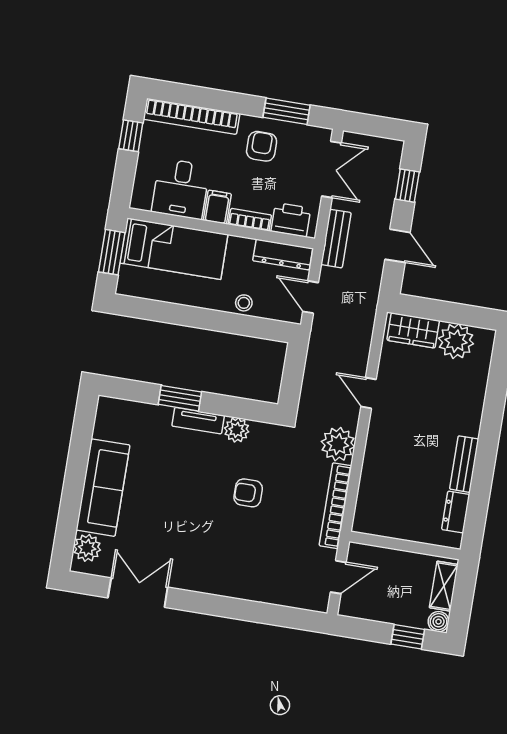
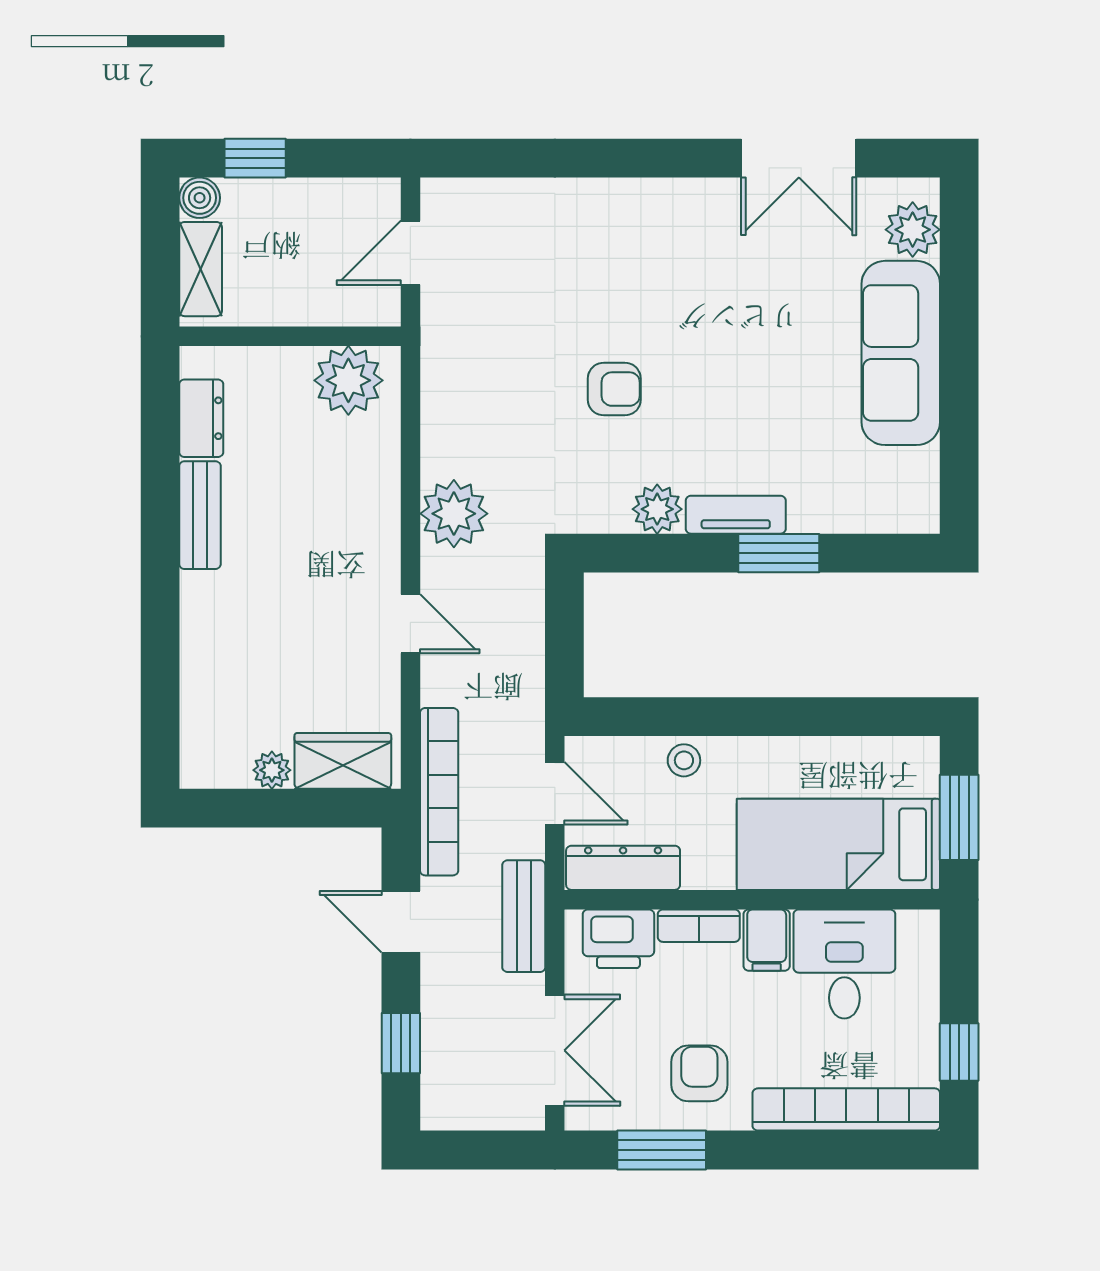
armchair: (262, 146) -> (699, 1073), turned 180
double door: (331, 169) -> (555, 1050), swing flipped
plant: (456, 341) -> (272, 770), width x0.53, depth x0.53
bookcase: (335, 506) -> (439, 792), moved
plant: (379, 519) -> (348, 380), added

